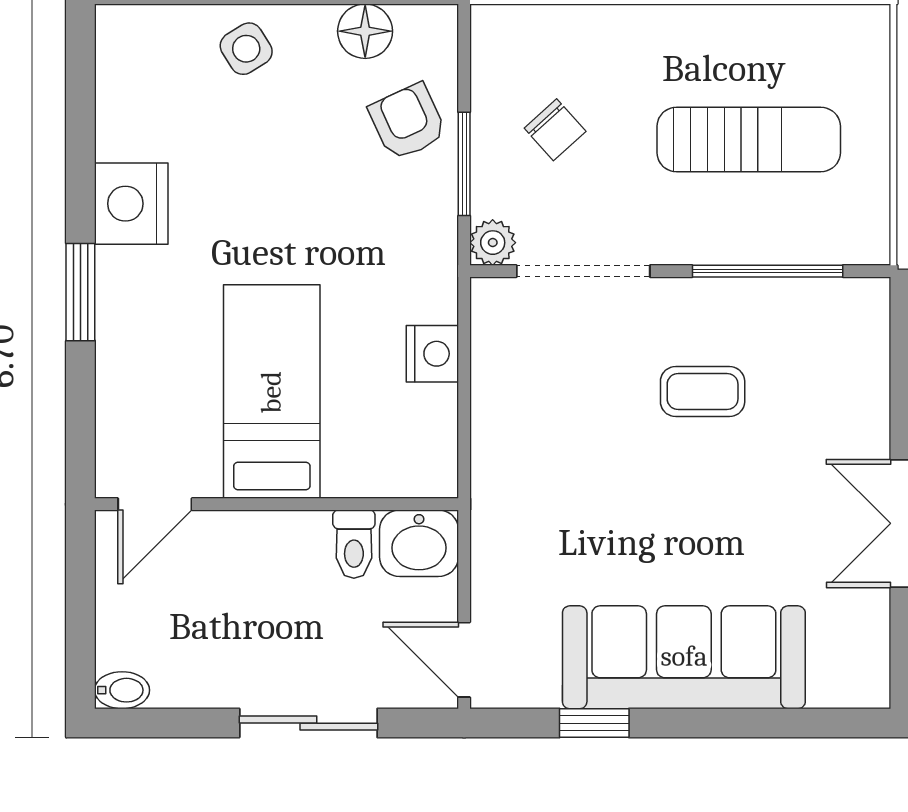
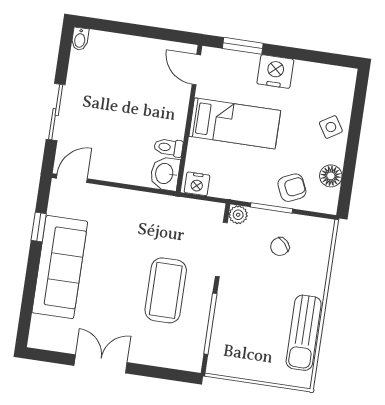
sun lounger: (749, 139) -> (304, 333), moved
bed: (272, 392) -> (235, 123), moved
coffee table: (703, 392) -> (166, 290), width x1.86, depth x1.72
door: (155, 504) -> (196, 70), moved
wall: (277, 504) -> (189, 119), moved
washbasin: (419, 543) -> (165, 174), moved
toilet: (354, 544) -> (168, 147), moved

